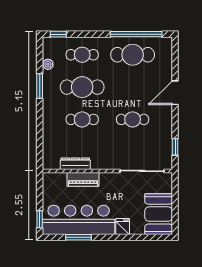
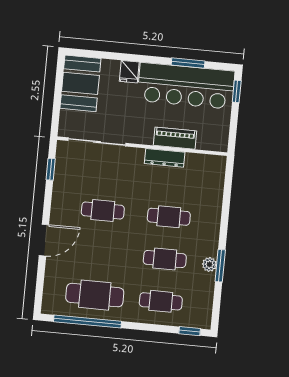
plant: (48, 64) -> (209, 264), moved
cafe table: (82, 87) -> (165, 259), width x0.73, depth x0.74
dresser: (75, 164) -> (165, 158), moved

